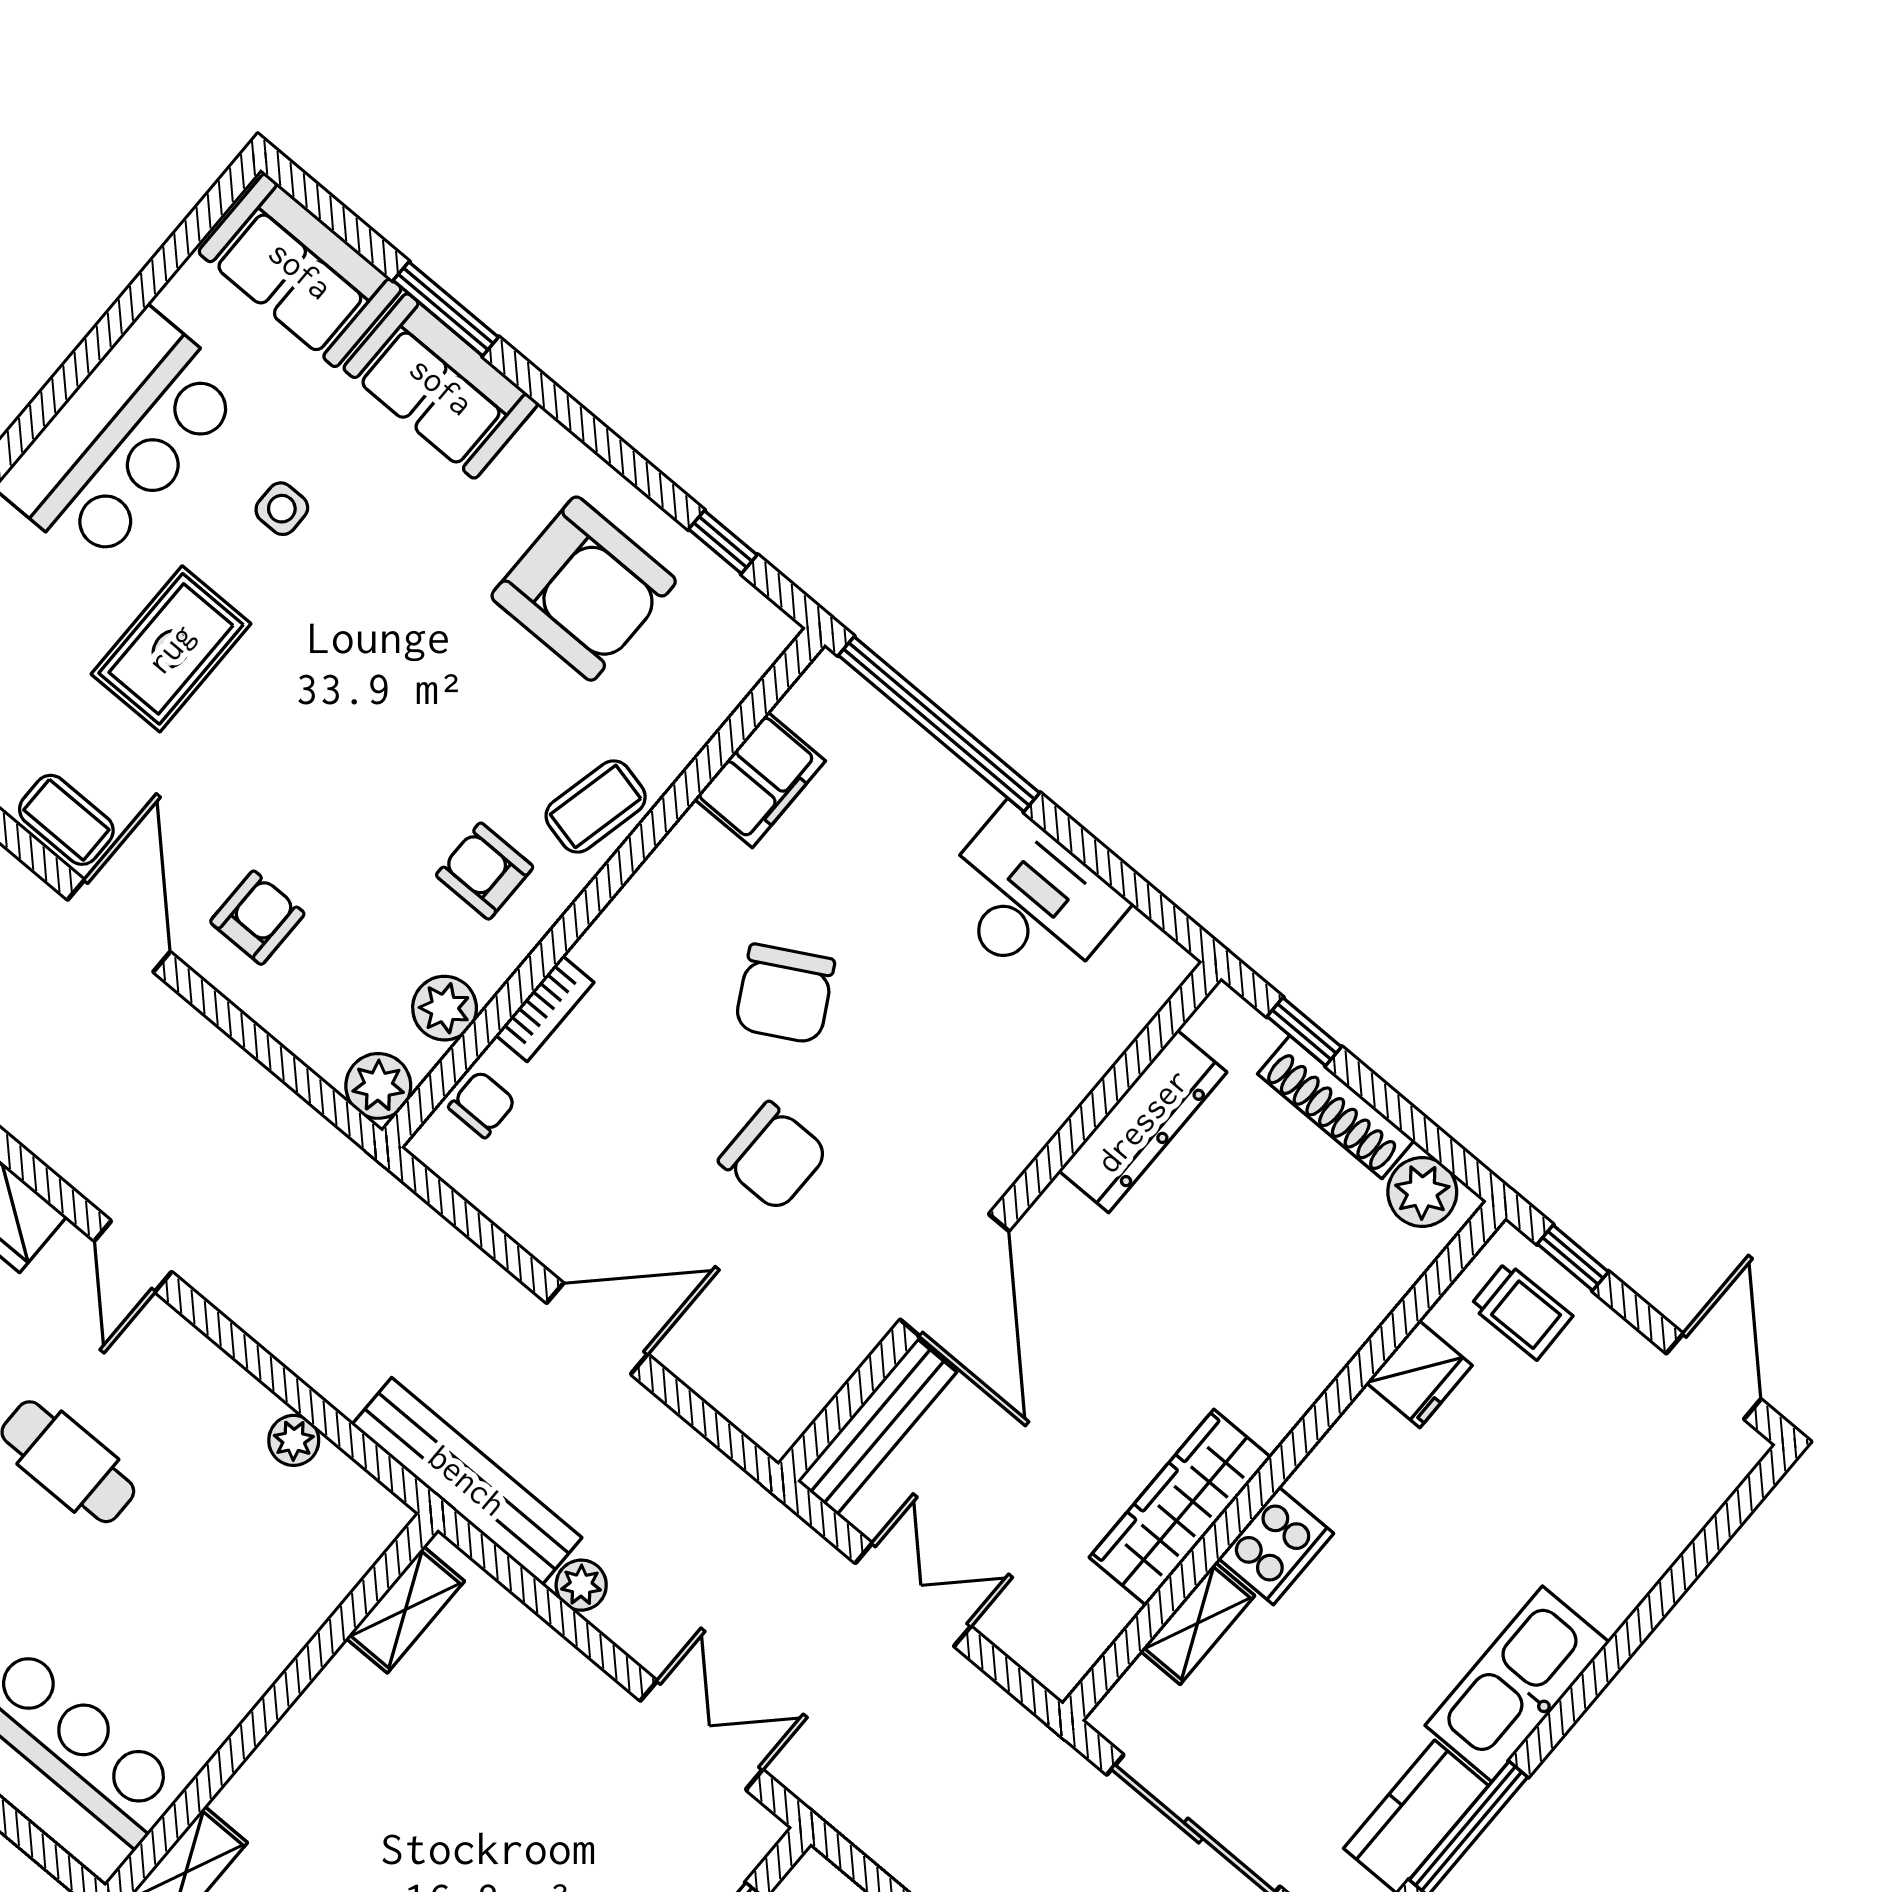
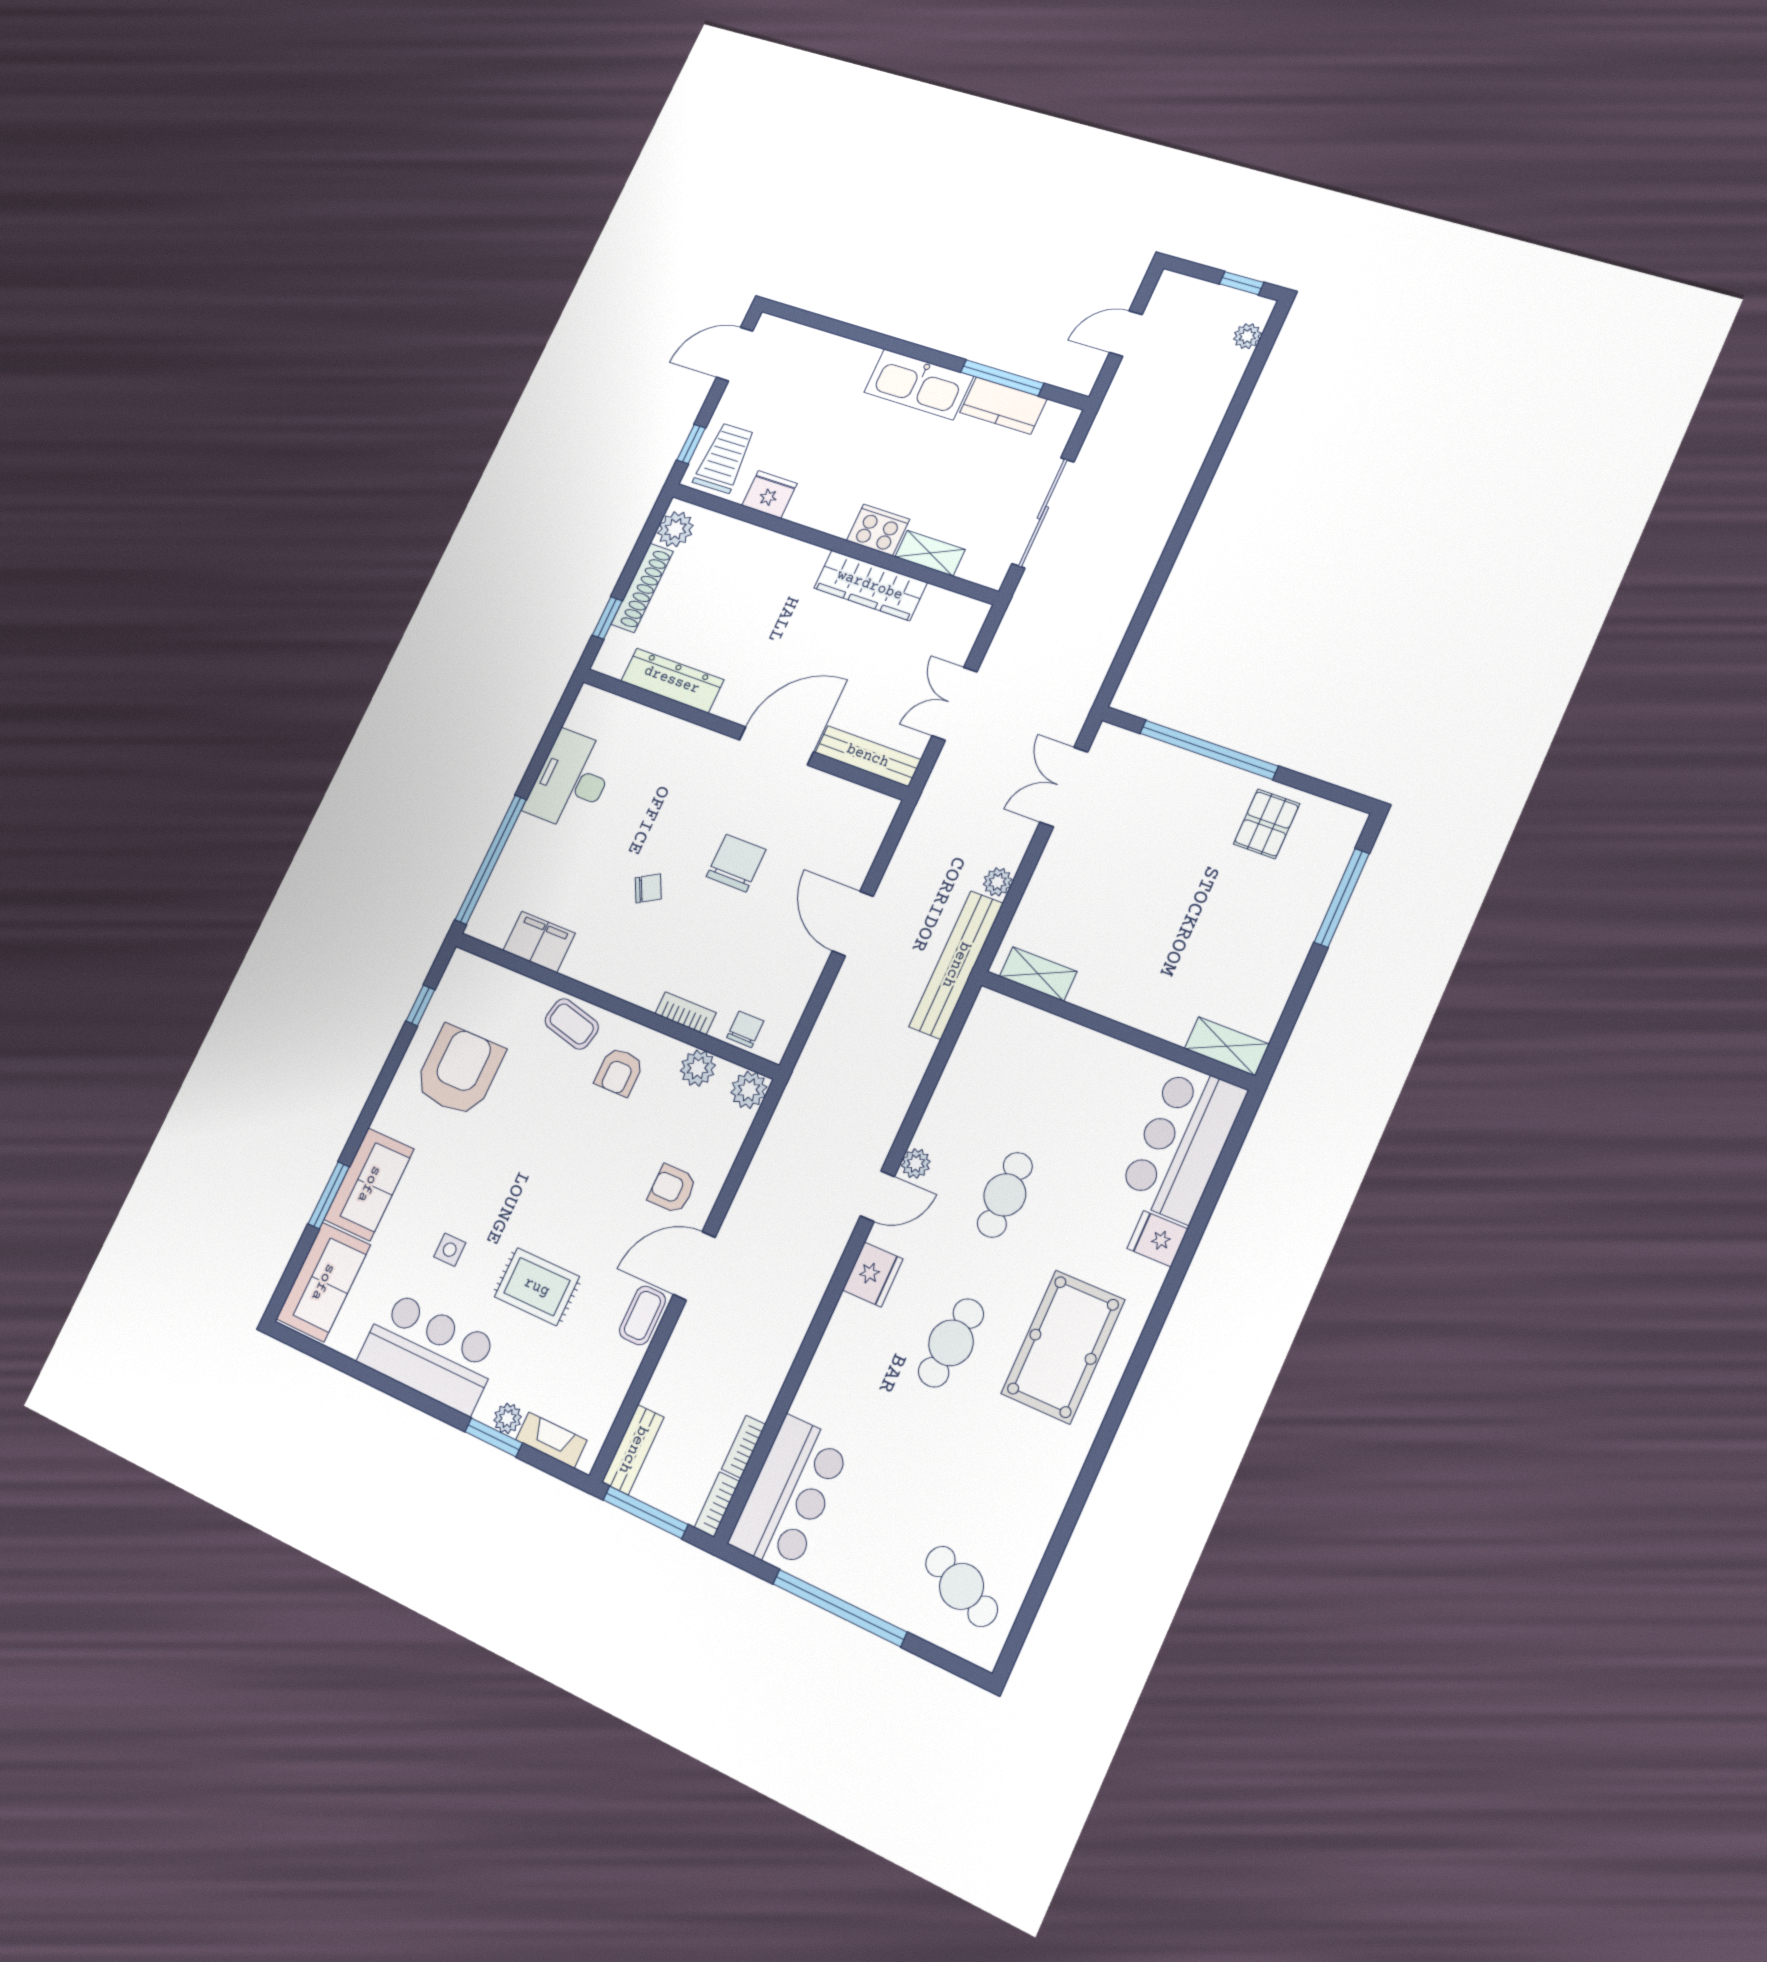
chair: (785, 994) -> (648, 888), width x0.54, depth x0.54
chair: (482, 1104) -> (745, 1029), turned 90
trolley: (1521, 1311) -> (724, 458), width x1.36, depth x1.39
plant: (294, 1440) -> (916, 1163), moved

